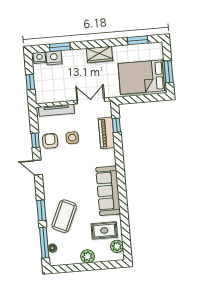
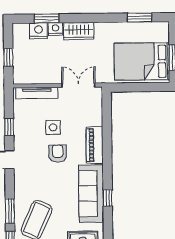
wardrobe: (99, 54) -> (79, 31), moved
nightstand: (40, 58) -> (55, 29), moved
window: (116, 125) -> (108, 198), moved
piano: (107, 133) -> (95, 145), moved
armchair: (50, 141) -> (58, 154), moved

